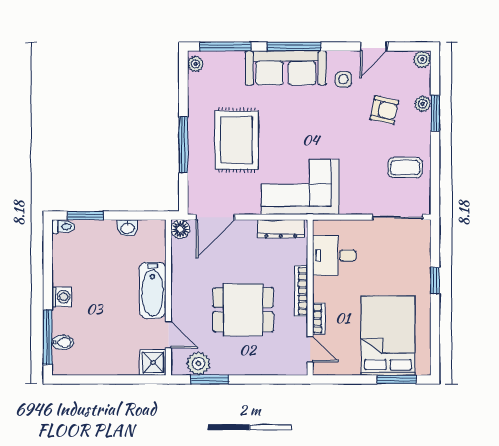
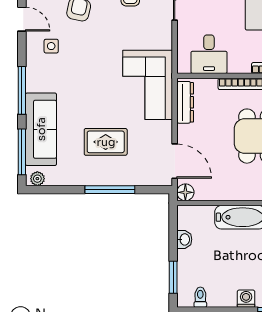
sofa: (286, 68) -> (41, 129), moved
rug: (237, 140) -> (106, 142), width x0.73, depth x0.70
toilet: (63, 227) -> (200, 297), moved

